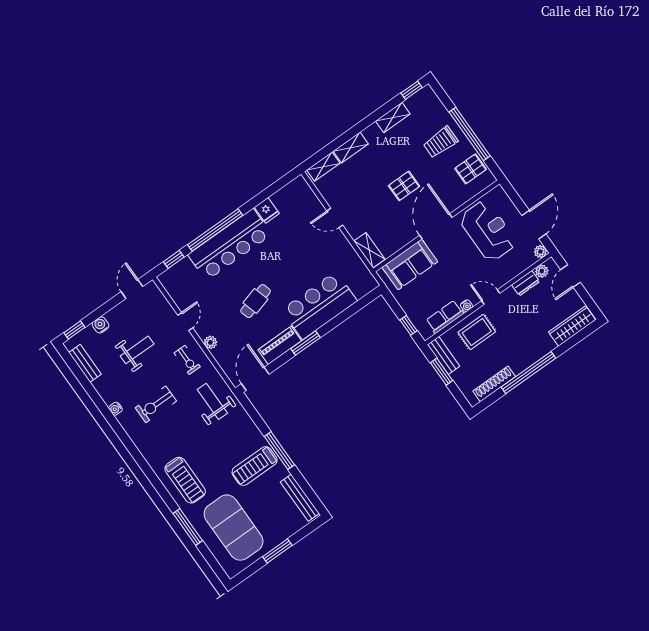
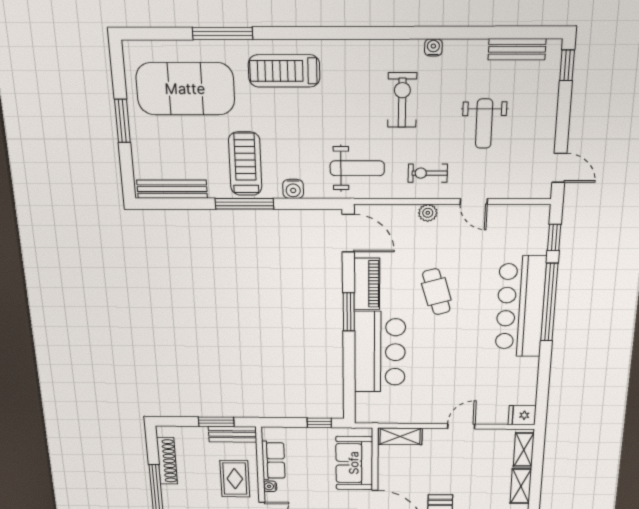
fridge: (267, 210) -> (522, 415), moved
water cooler: (101, 325) -> (293, 189), moved, turned 90
window: (409, 325) -> (319, 423), moved

